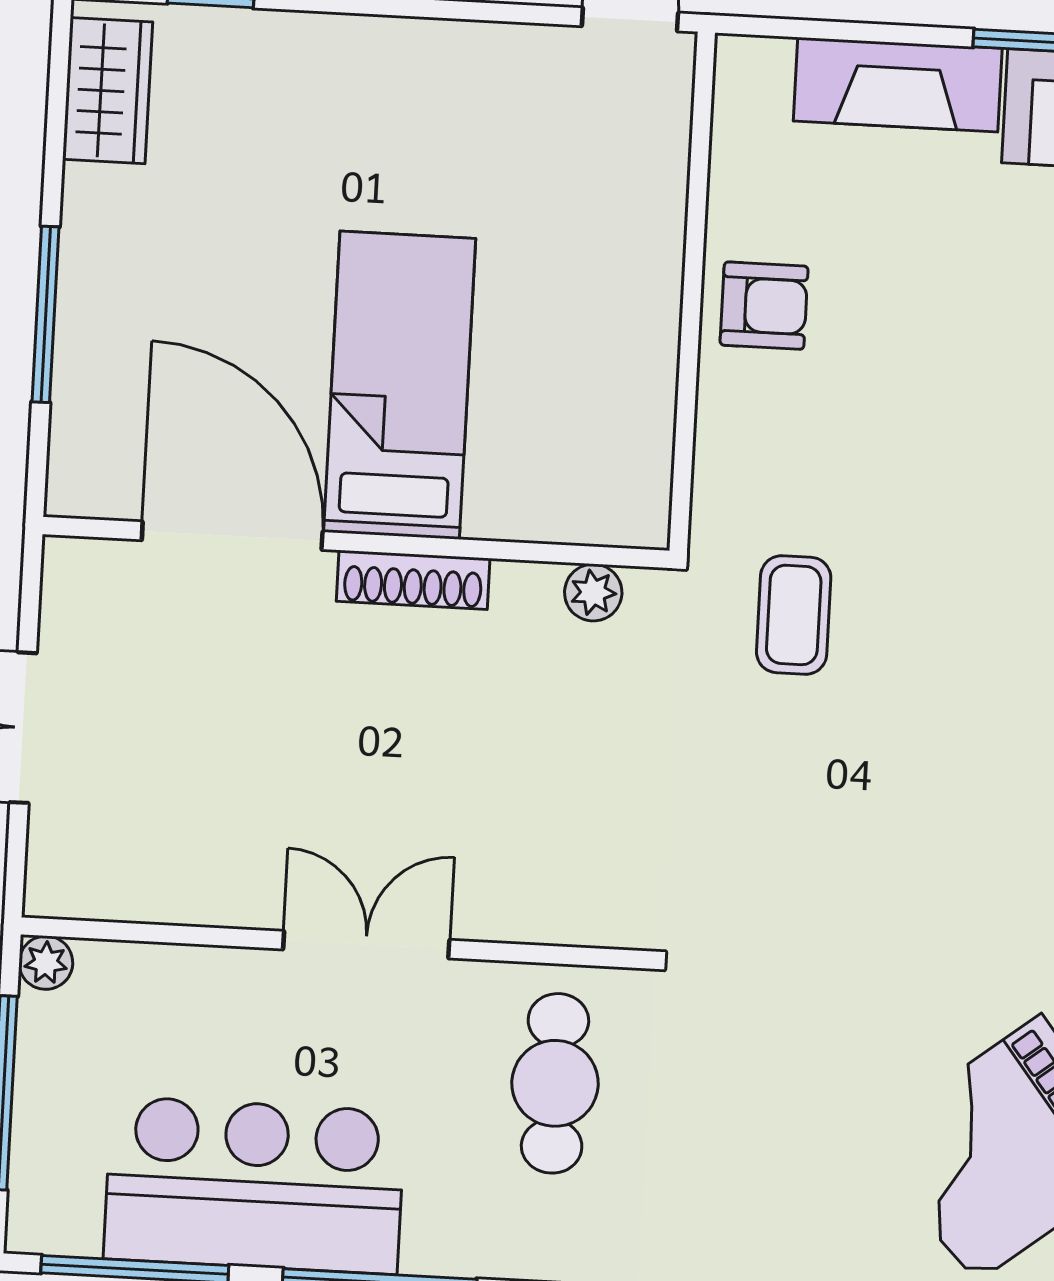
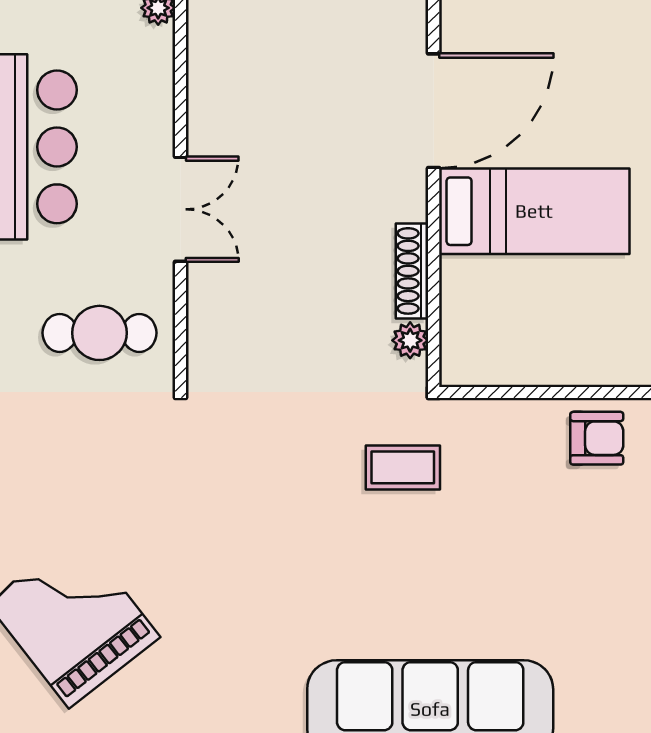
armchair: (764, 306) -> (597, 438), turned -90
shoe rack: (413, 580) -> (412, 271), moved

